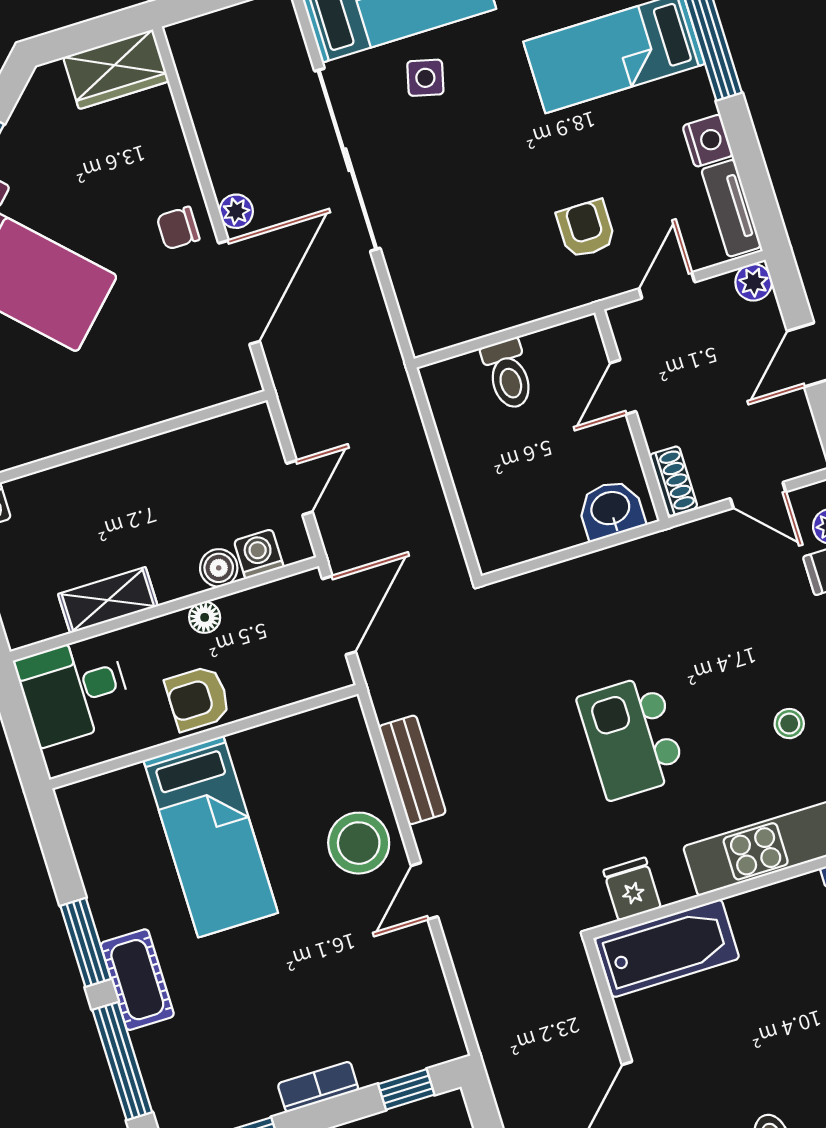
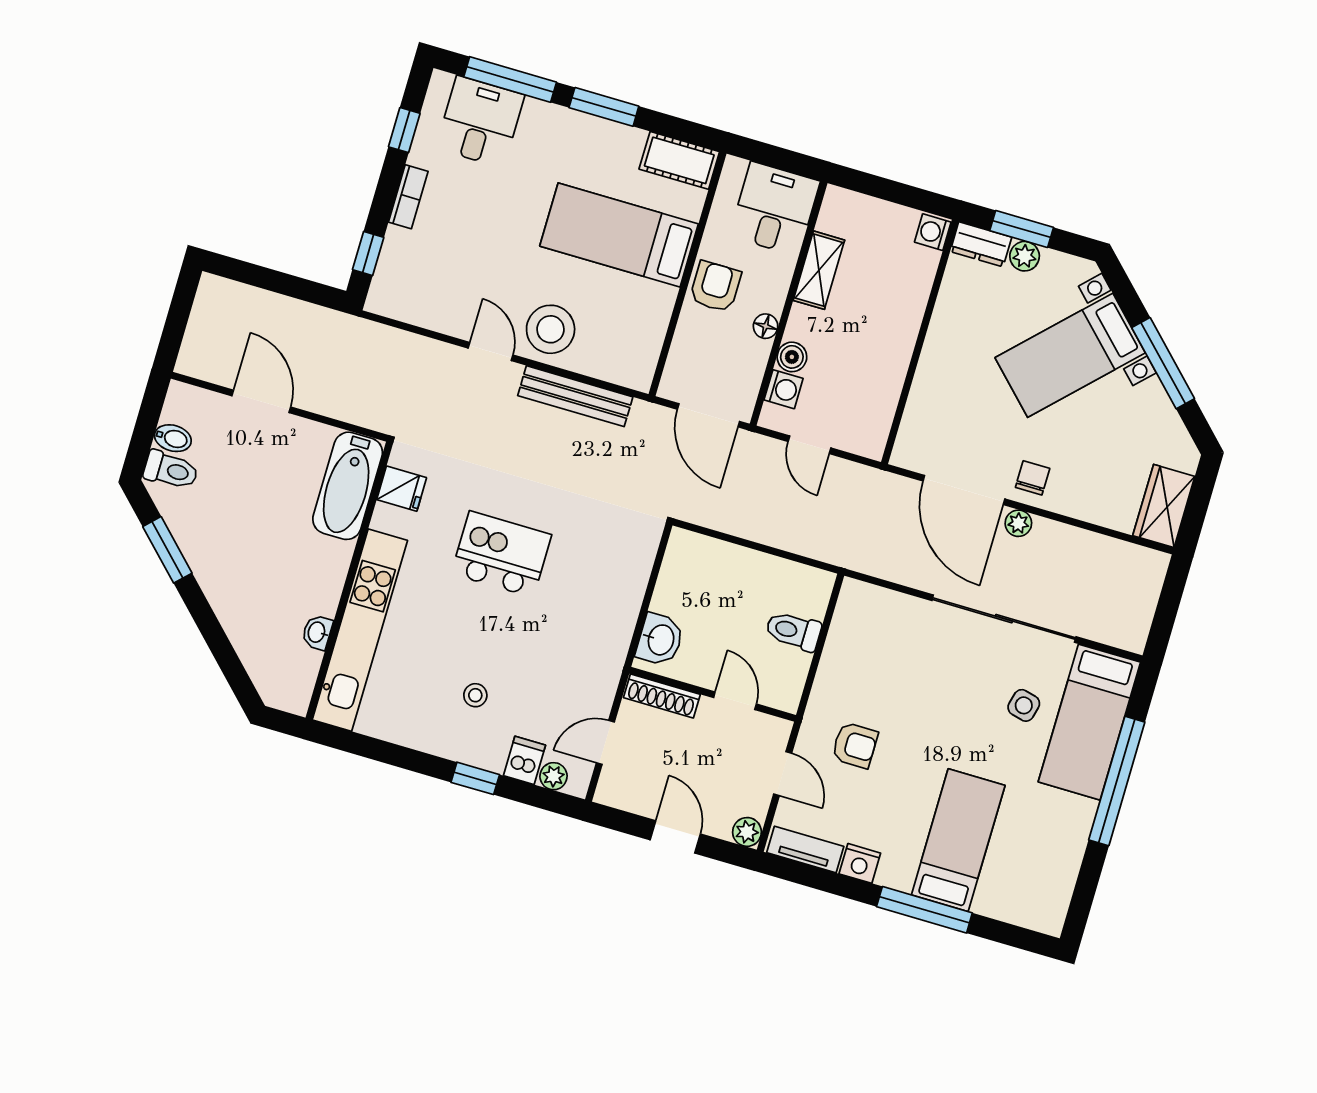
shoe rack: (673, 481) -> (662, 696), width x1.43
stool: (789, 724) -> (475, 695), moved
bench: (412, 770) -> (575, 396), width x1.36
cot: (137, 980) -> (679, 160), moved
desk: (188, 1063) -> (480, 122), added

